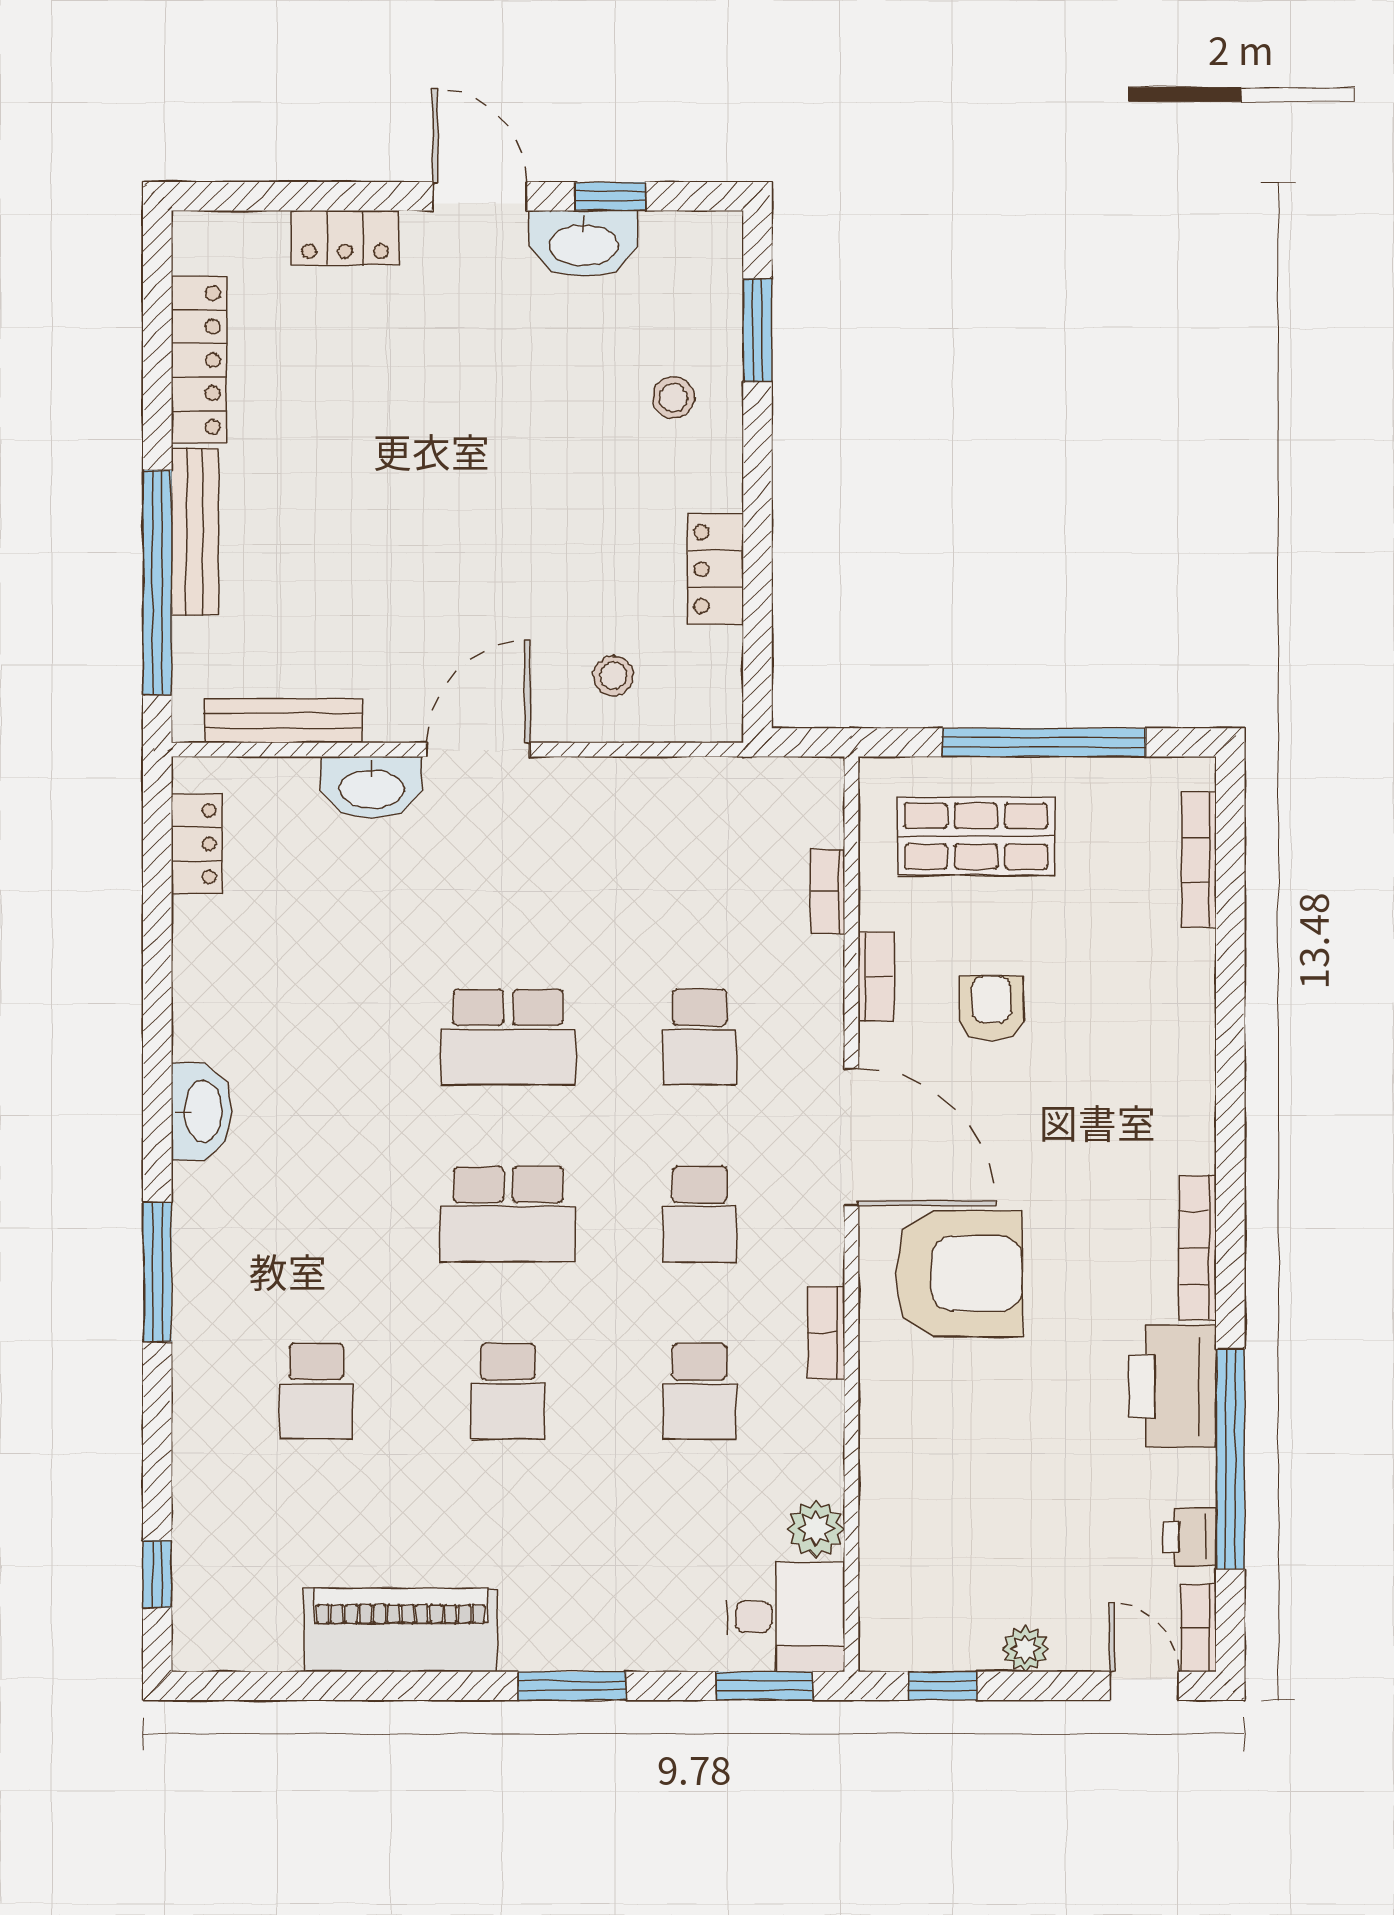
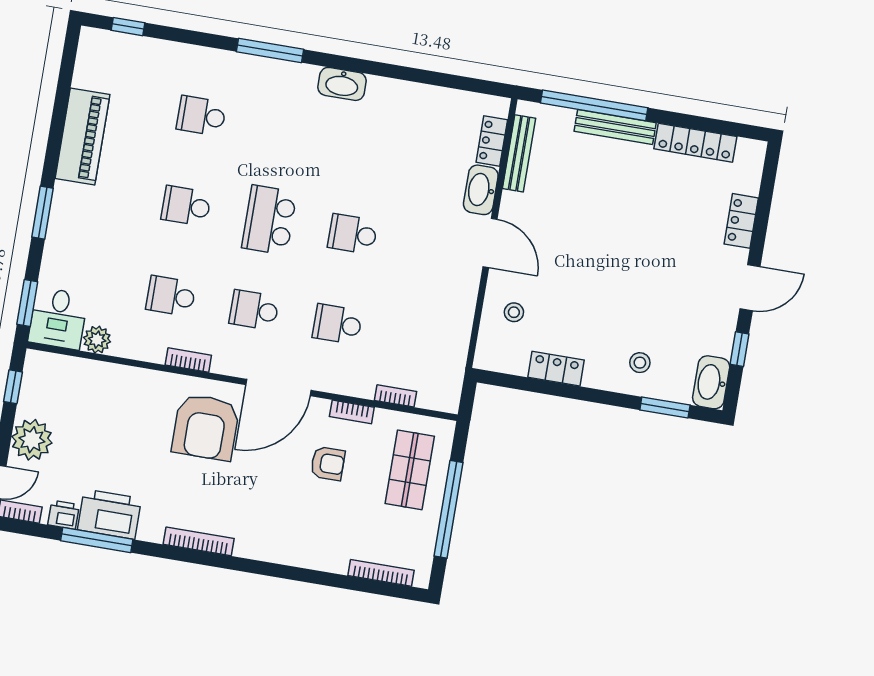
washbasin: (584, 243) -> (711, 382), moved
locker: (197, 844) -> (492, 141), moved, turned 90
school desk: (508, 1037) -> (353, 234), width x0.54
printer: (1172, 1386) -> (109, 514), moved
window: (1230, 1459) -> (97, 540), width x0.68
plant: (1025, 1649) -> (32, 440), width x1.88, depth x1.88

